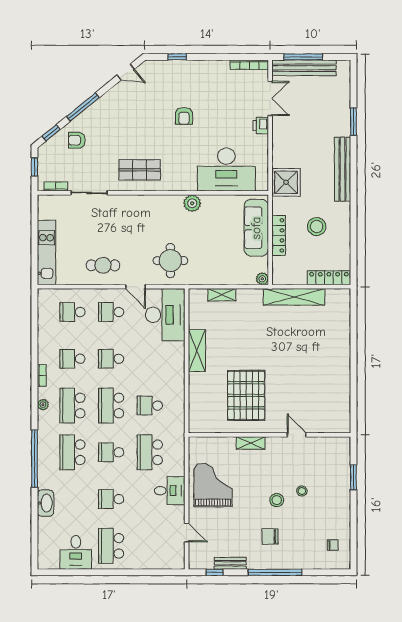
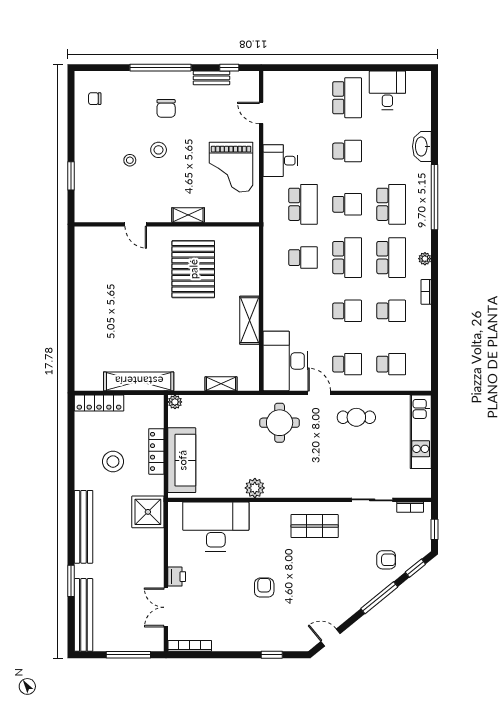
bench: (304, 68) -> (83, 615), moved, turned 90
chair: (270, 536) -> (166, 108), turned 90

